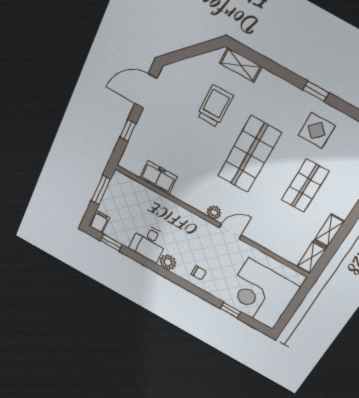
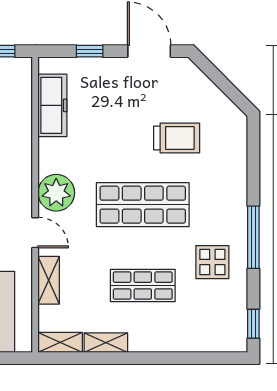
shelving: (241, 65) -> (49, 280), moved
window: (316, 91) -> (253, 237), width x2.17
freezer: (158, 177) -> (52, 105), width x1.40
plant: (214, 212) -> (56, 193), width x1.88, depth x1.88

